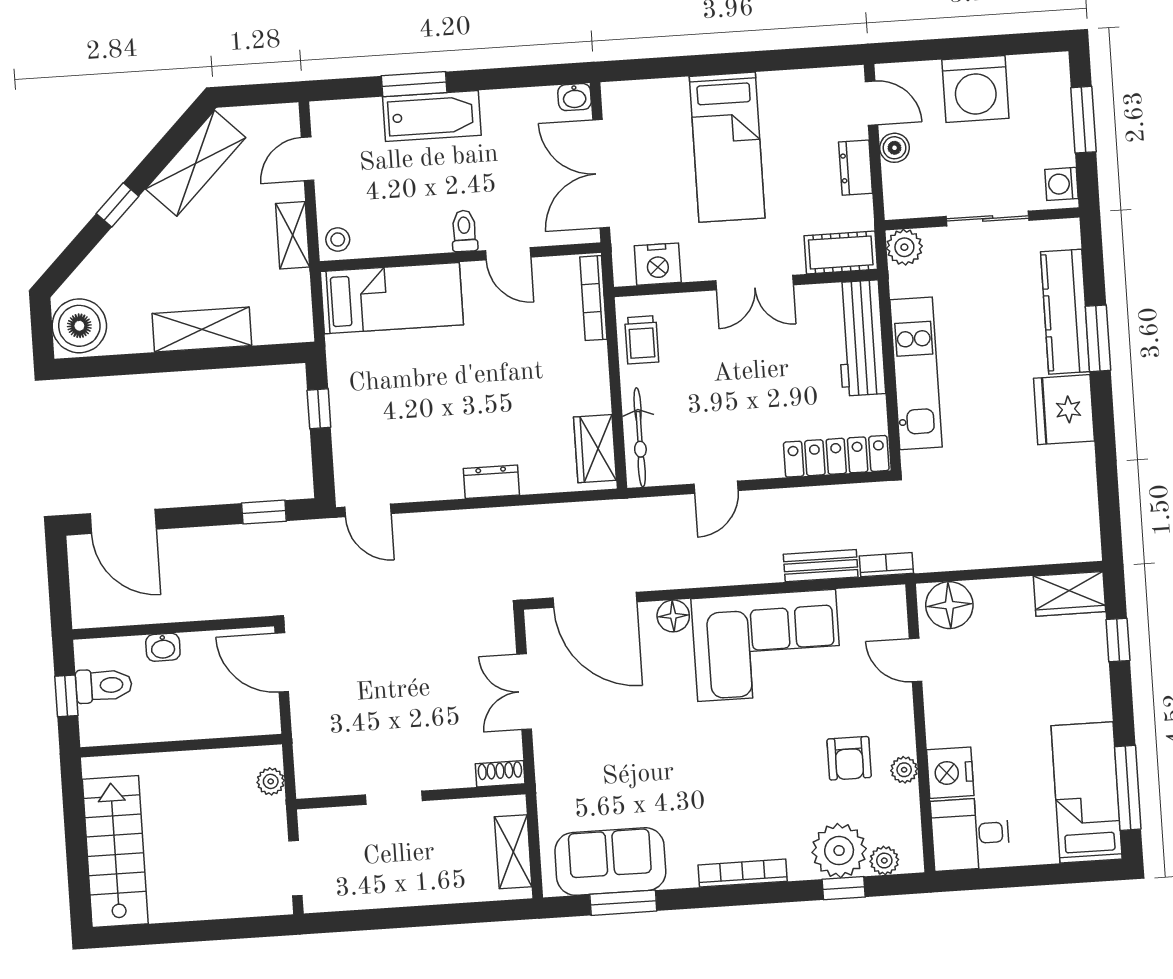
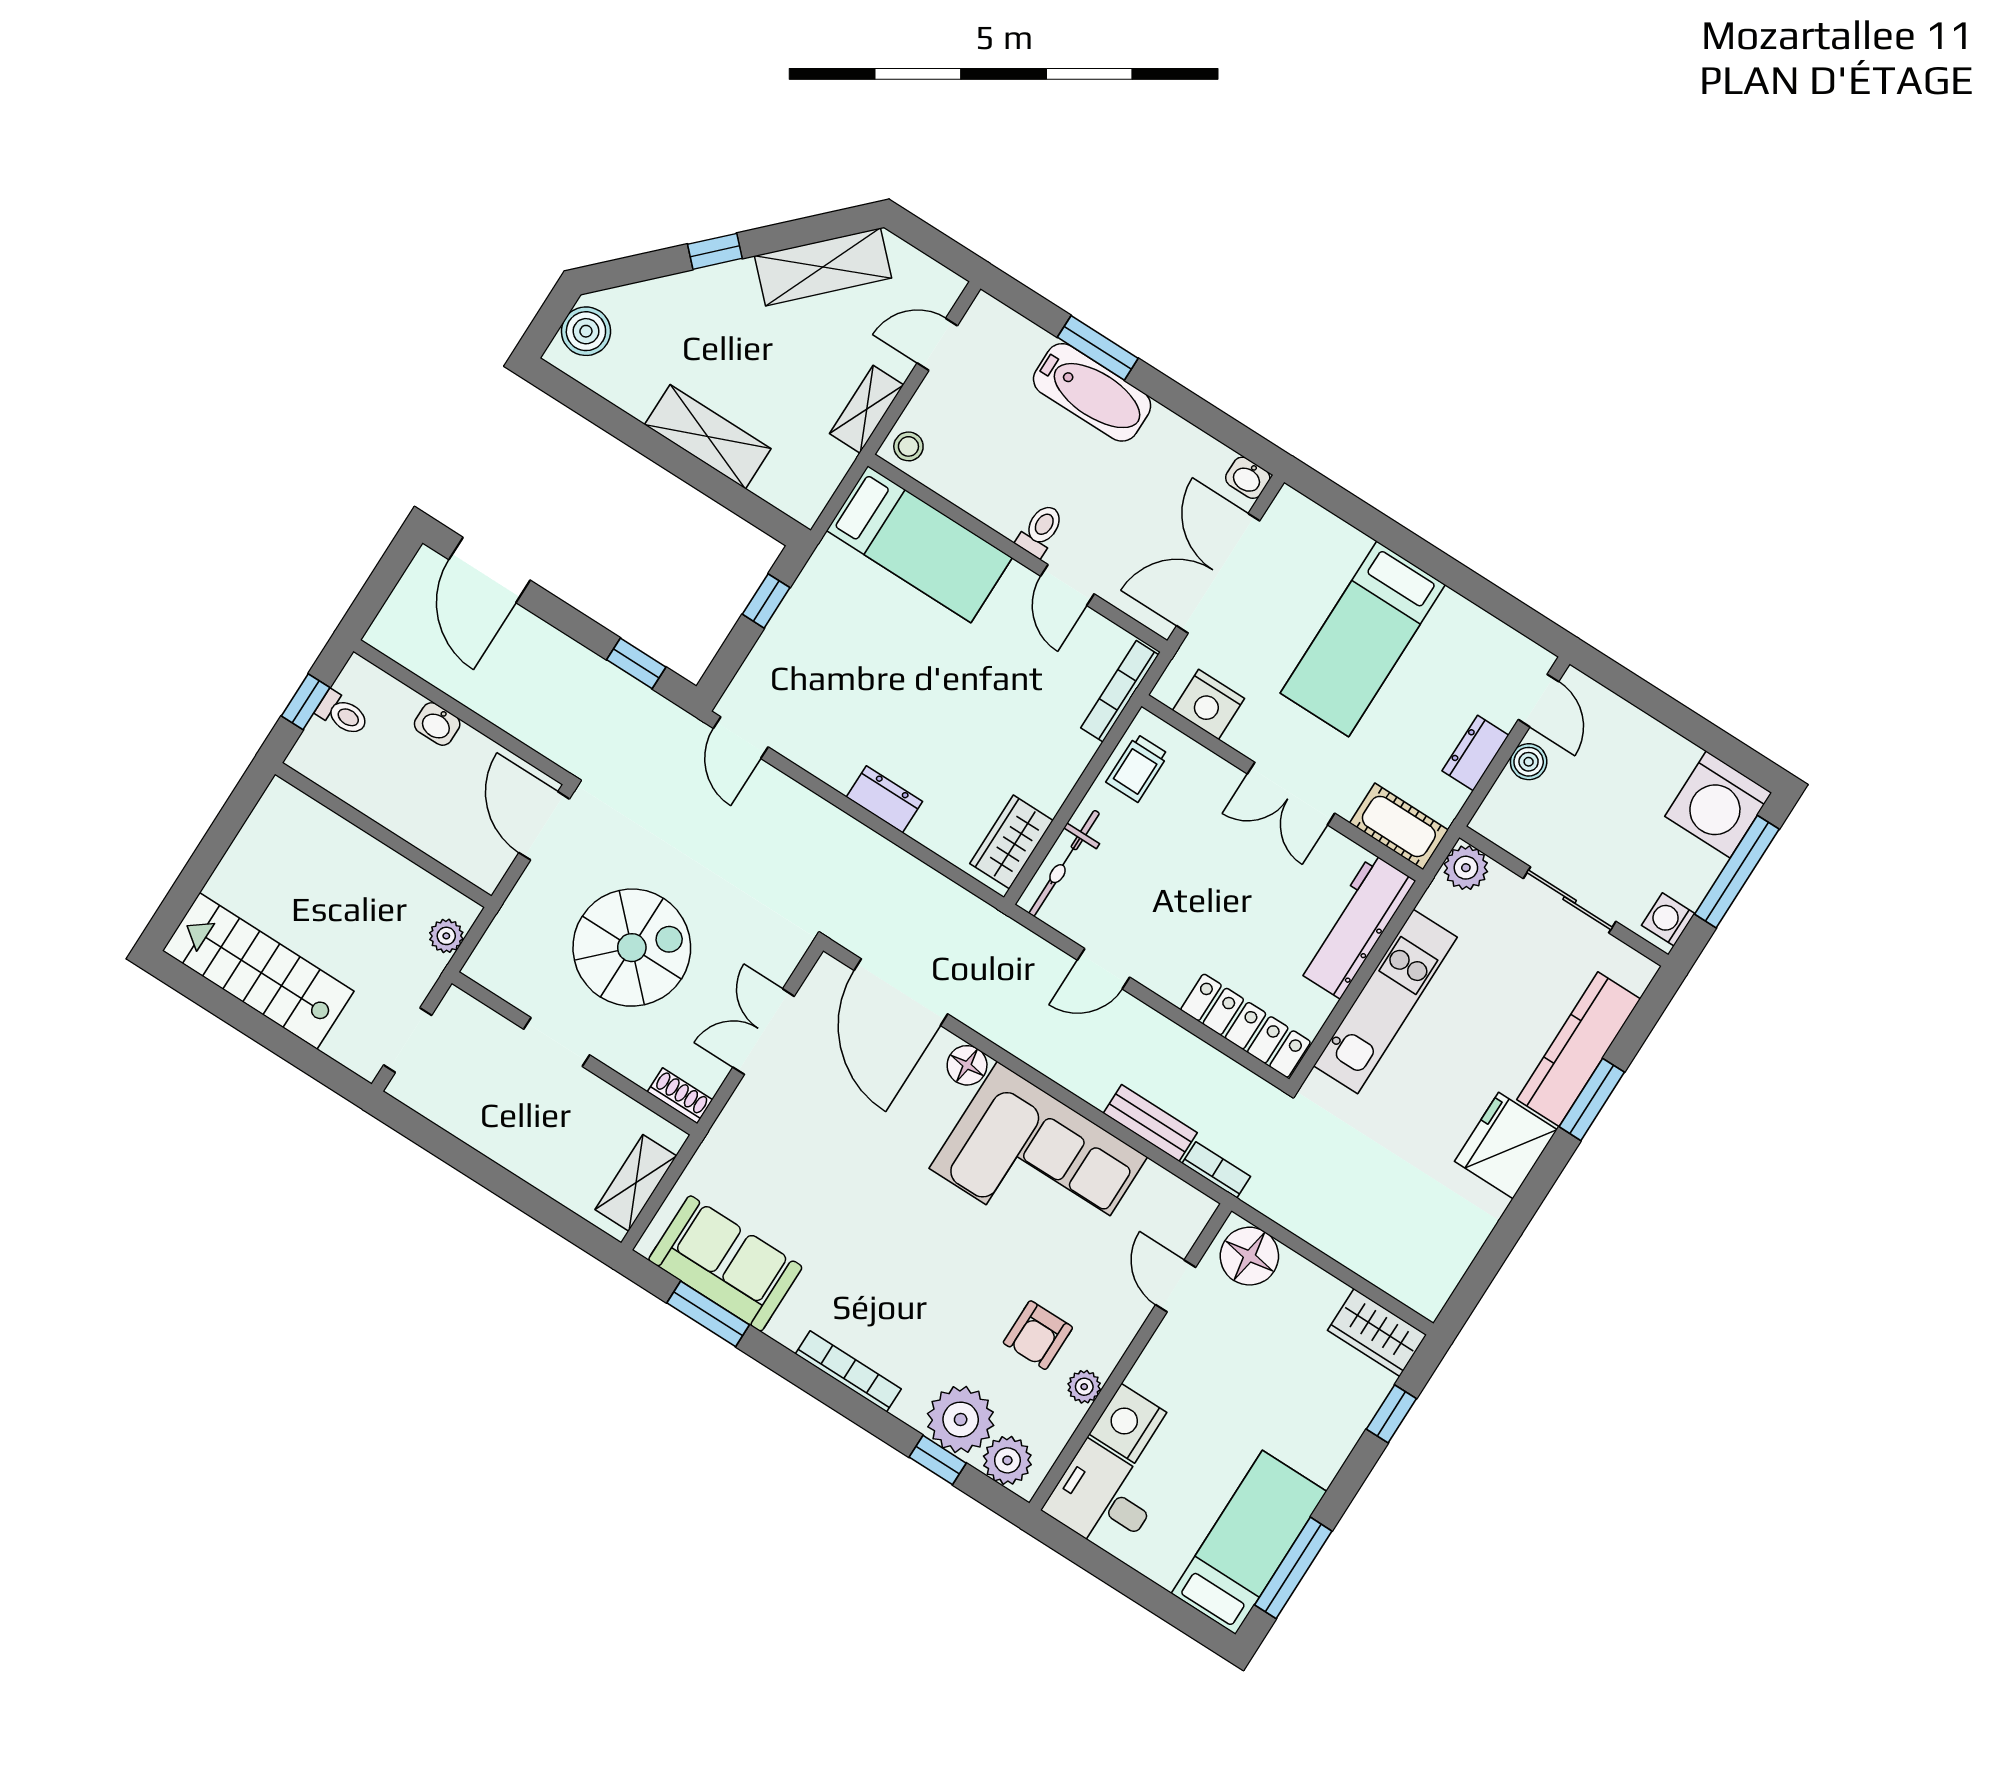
washing machine: (975, 89) -> (1718, 804), moved
window: (1083, 120) -> (1737, 872), width x1.44
boiler: (79, 326) -> (586, 331), width x0.73, depth x0.73
toilet: (104, 685) -> (343, 714), width x0.73, depth x0.72
spiral stairs: (398, 700) -> (632, 948), added
stairs: (115, 851) -> (258, 971), moved, turned -90
plant: (884, 861) -> (1007, 1460), width x1.38, depth x1.38

